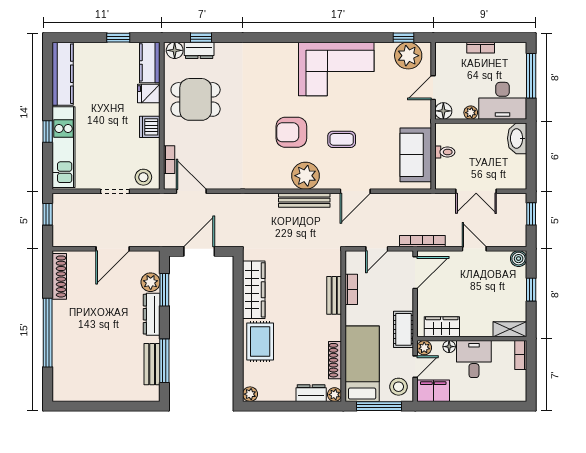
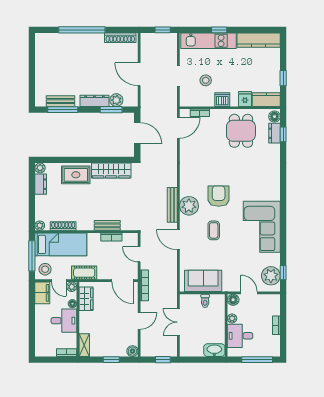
desk: (503, 101) -> (240, 336), width x0.73
stool: (143, 177) -> (206, 80), moved
dresser: (311, 393) -> (41, 184), moved

